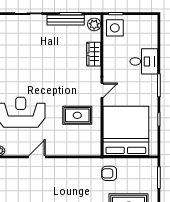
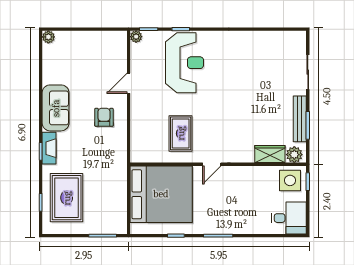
wardrobe: (94, 54) -> (270, 154), moved
desk: (144, 61) -> (289, 218), moved, turned -90
door: (102, 90) -> (212, 164), hinge flipped
door: (37, 157) -> (129, 83), swing flipped
armchair: (109, 173) -> (104, 117), moved

